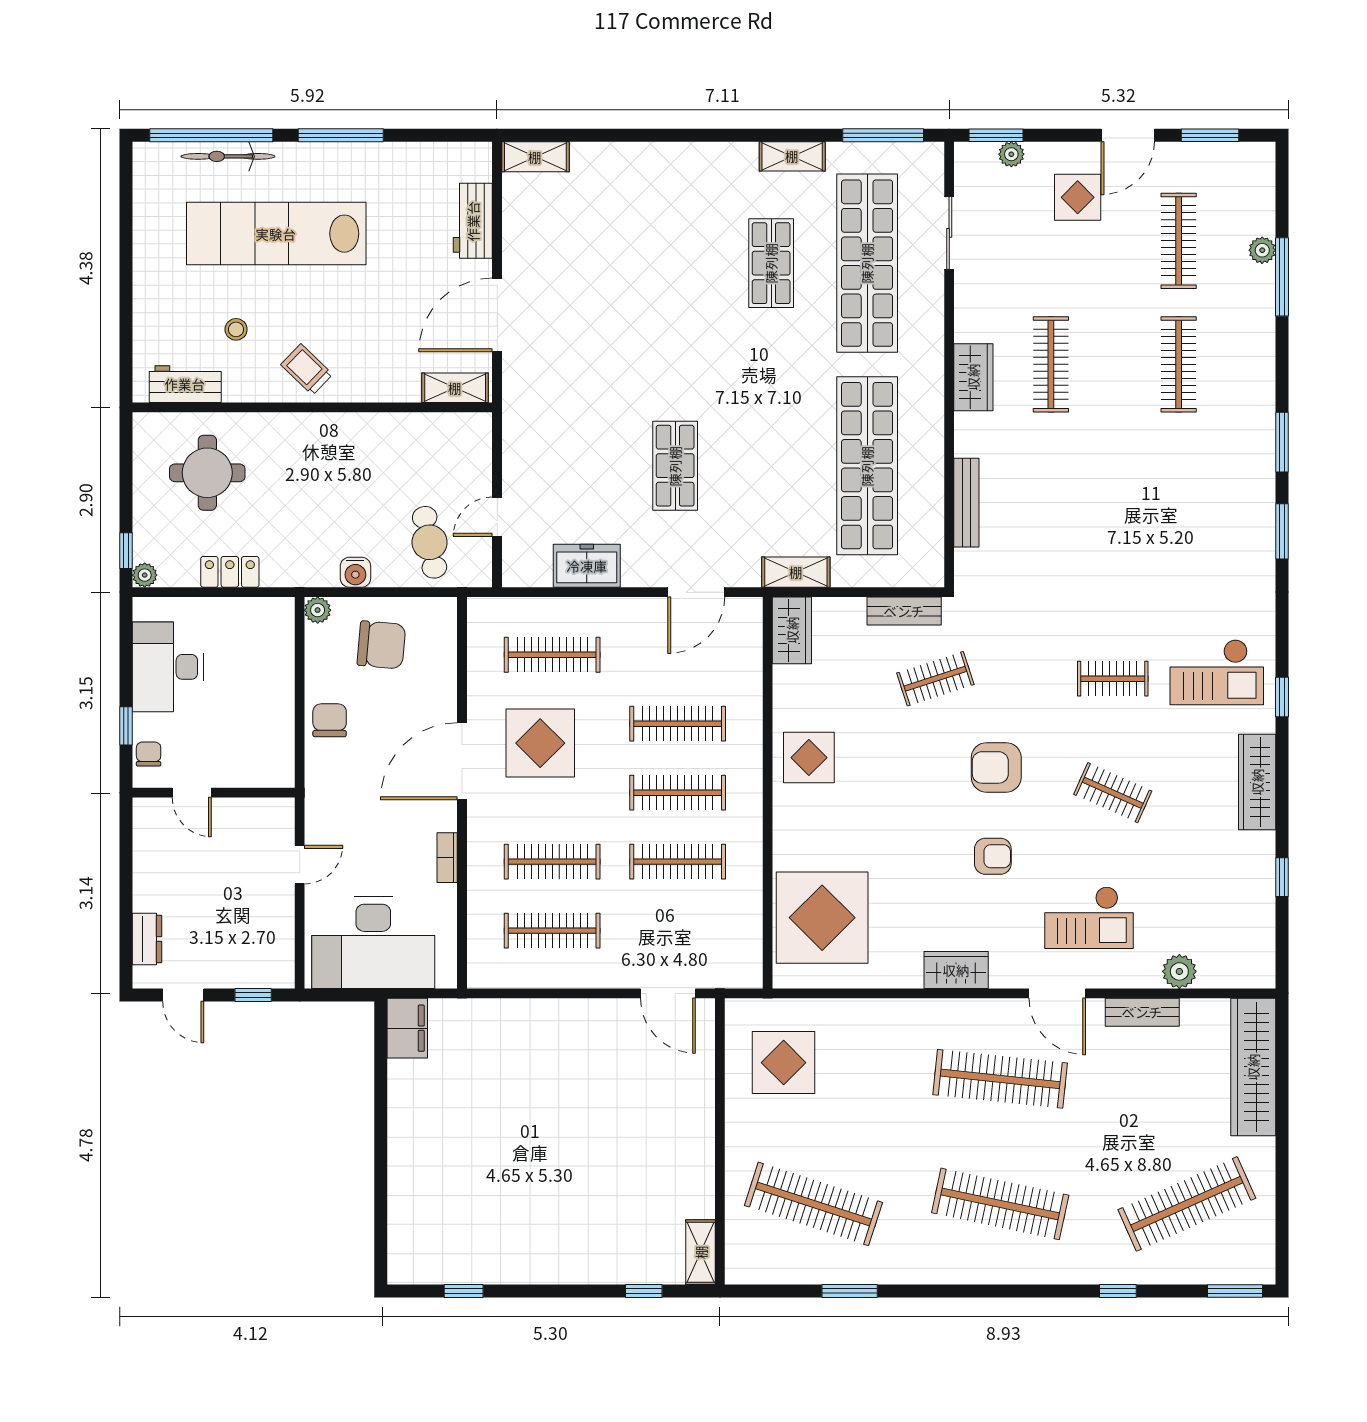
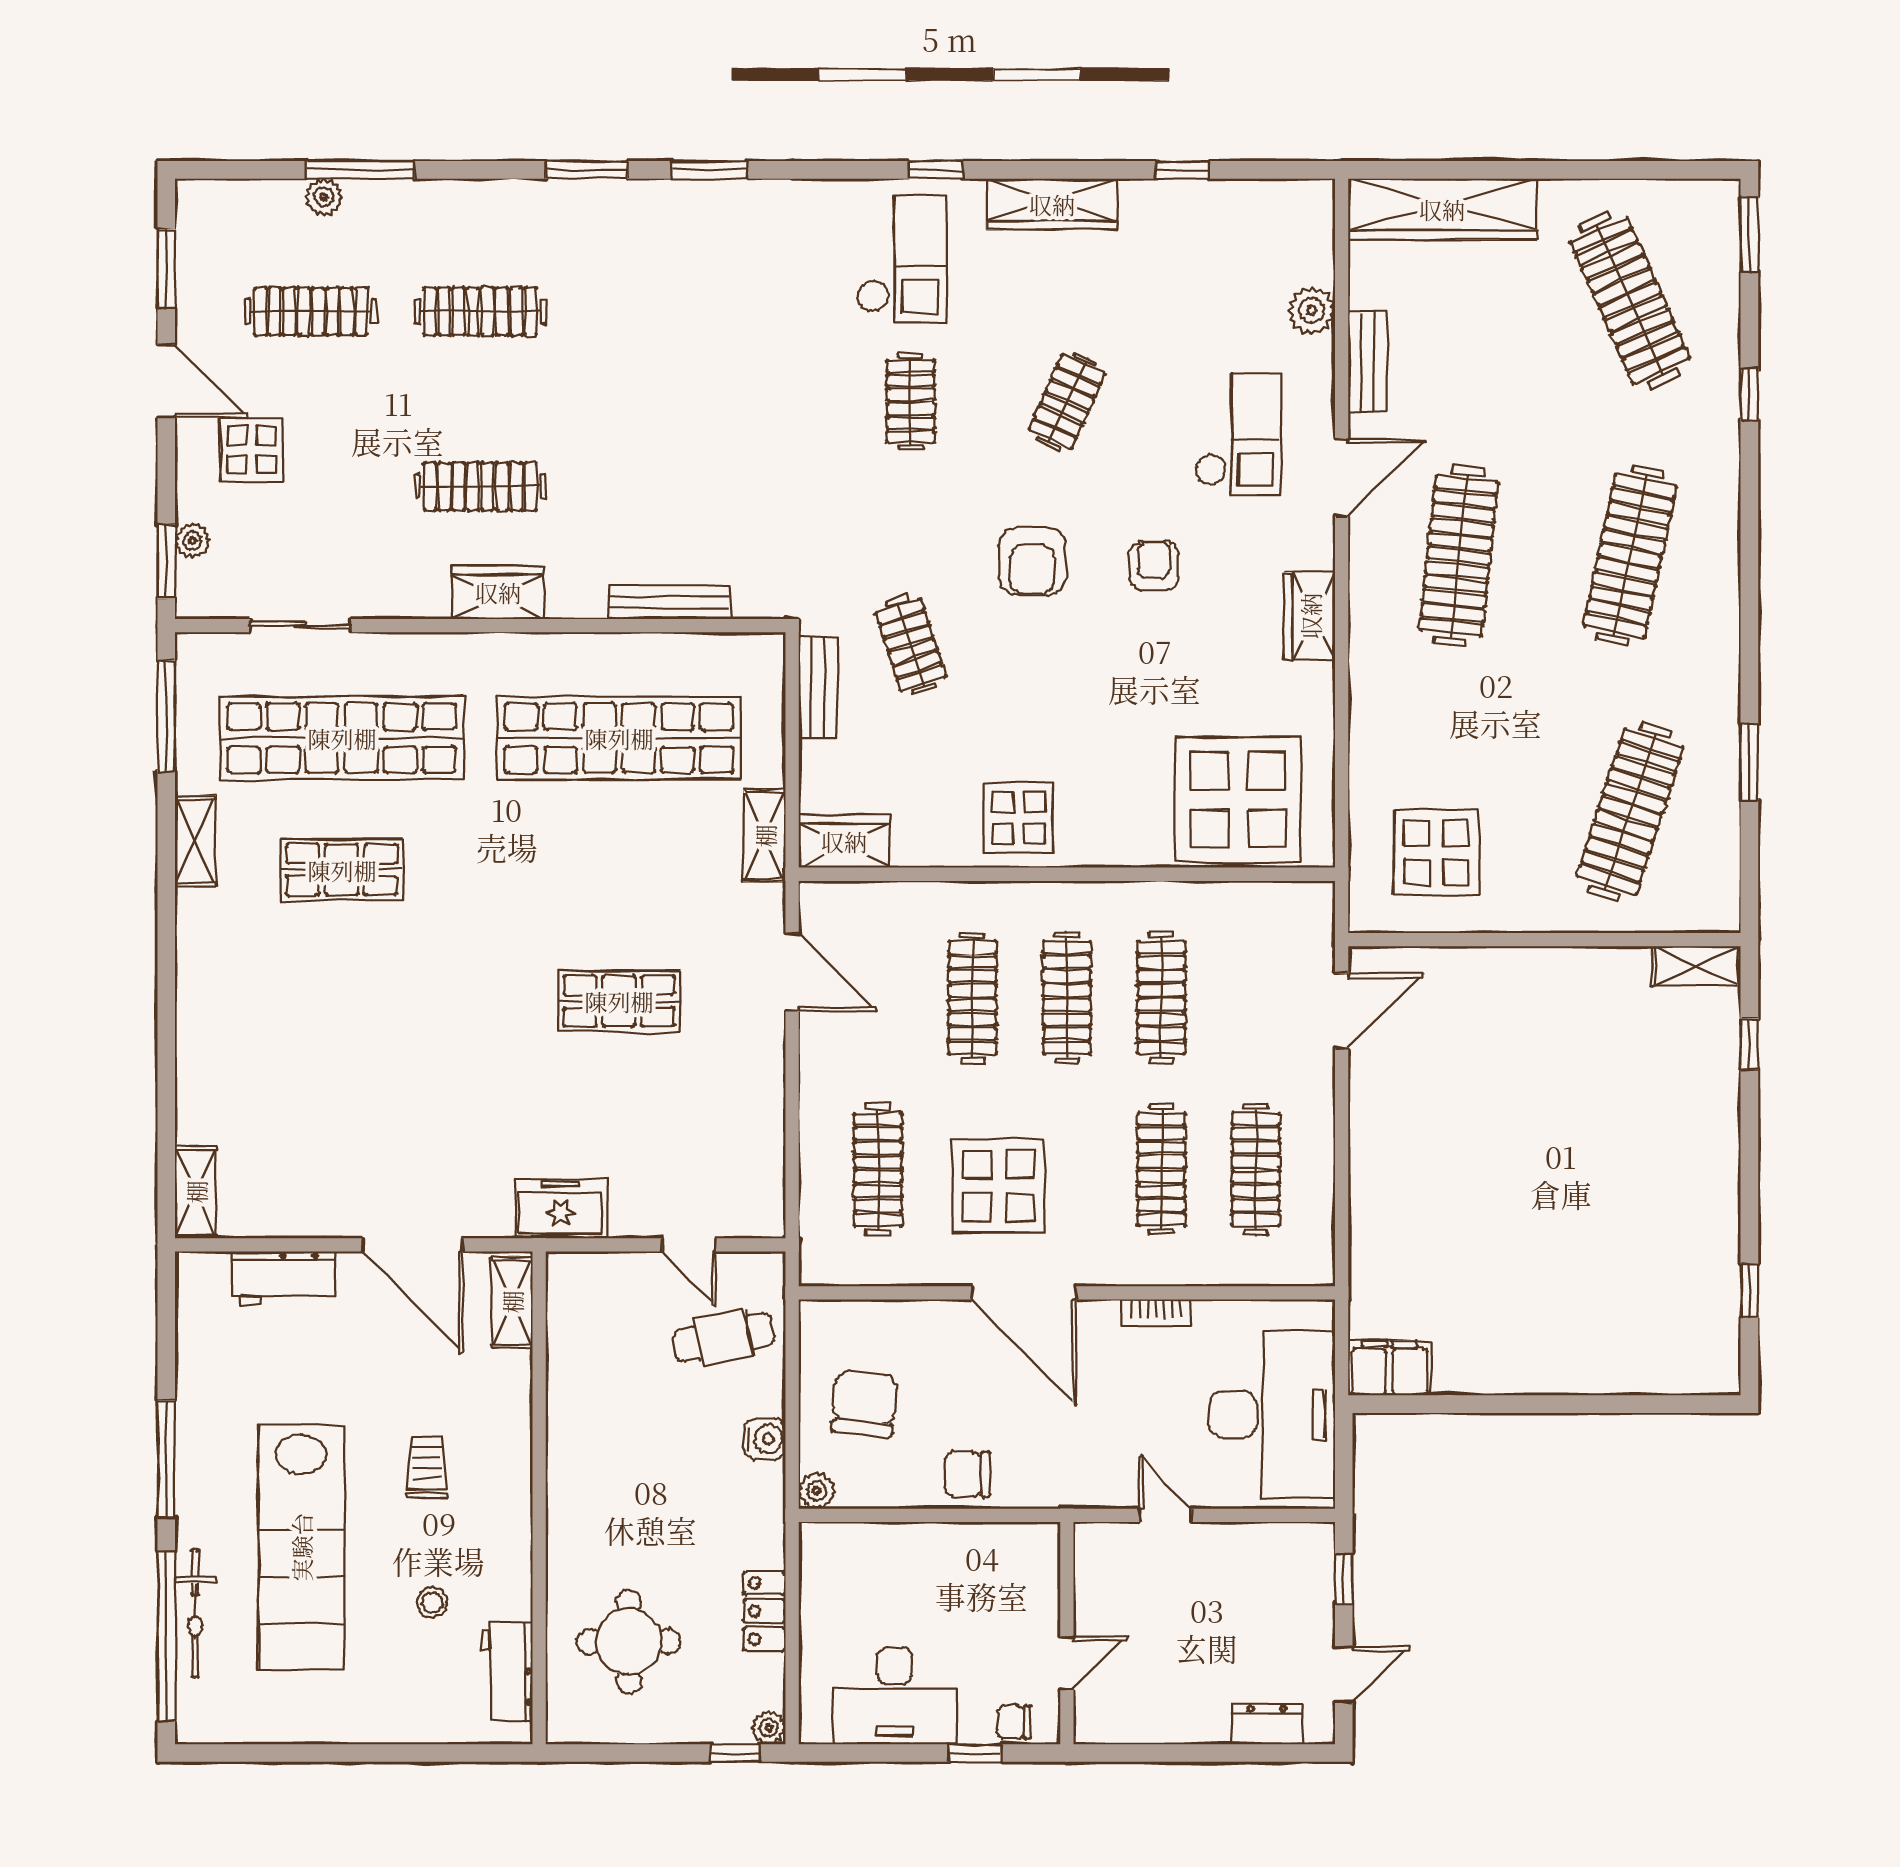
trolley: (307, 369) -> (427, 1467), moved, turned 136
freezer: (587, 566) -> (561, 1209), moved, turned 90

